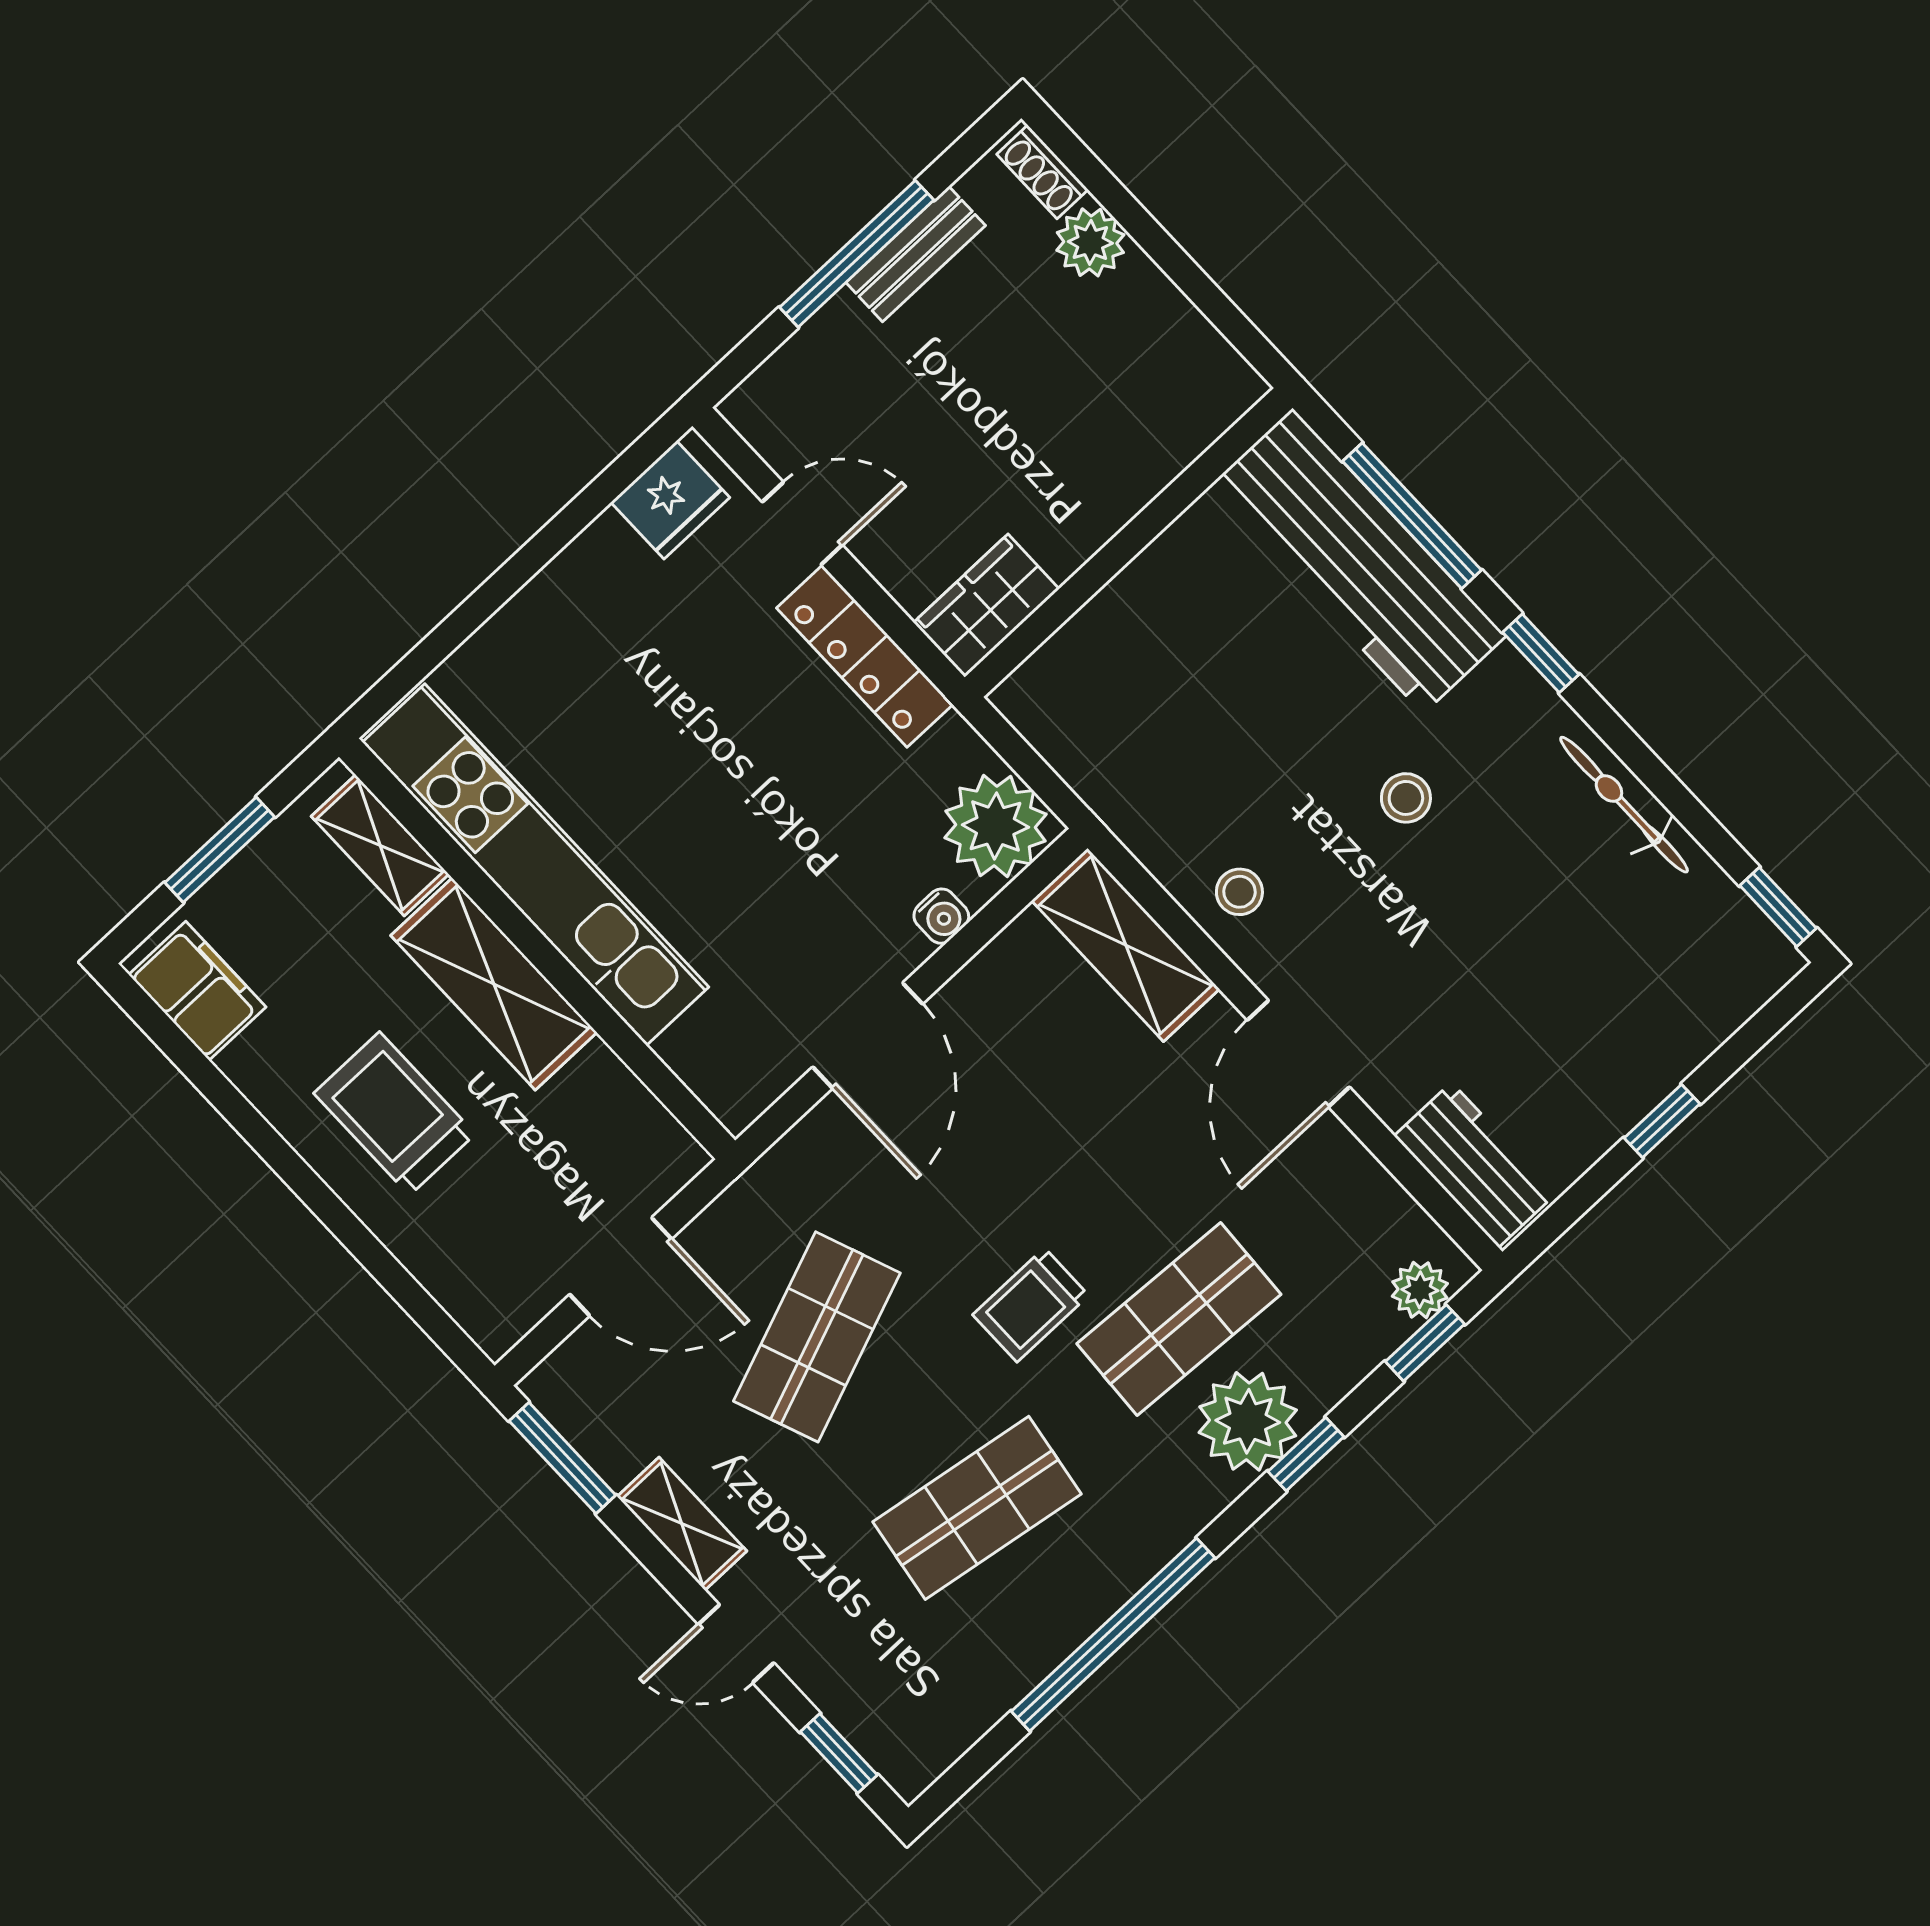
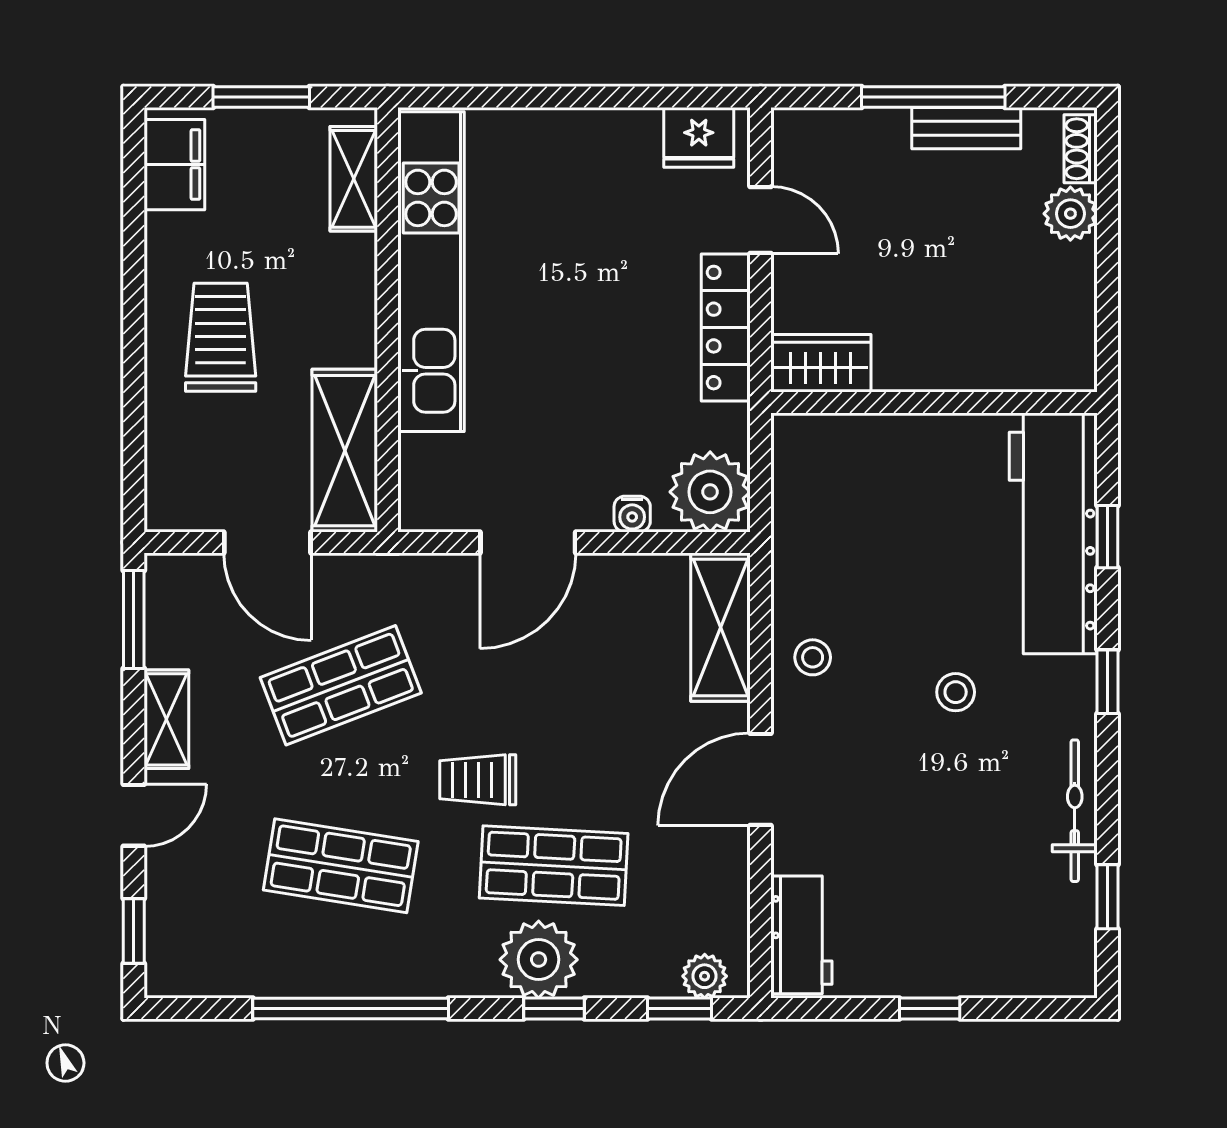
window: (1412, 516) -> (1108, 537), width x0.46
window: (1778, 907) -> (1108, 897), moved
shelving: (494, 984) -> (345, 451), moved
door: (736, 1644) -> (134, 815), swing flipped

